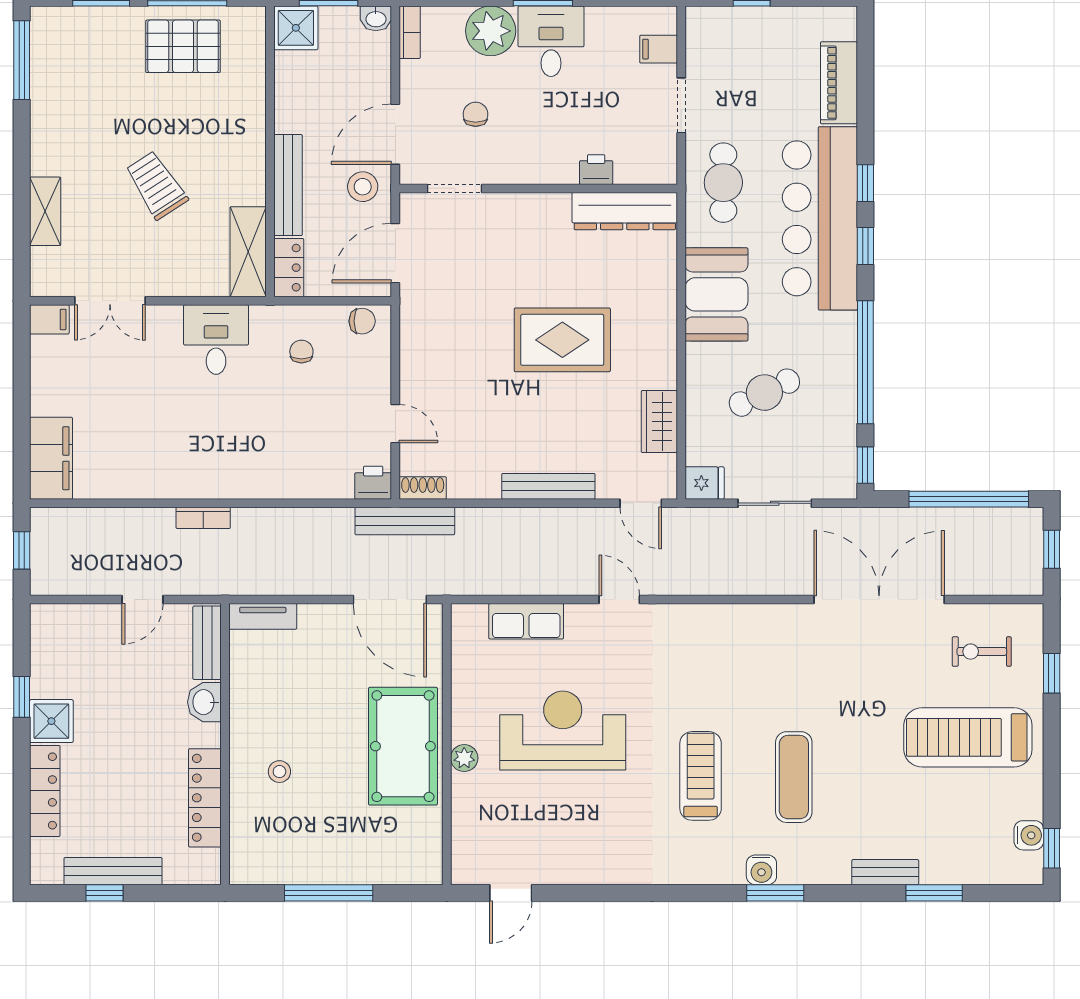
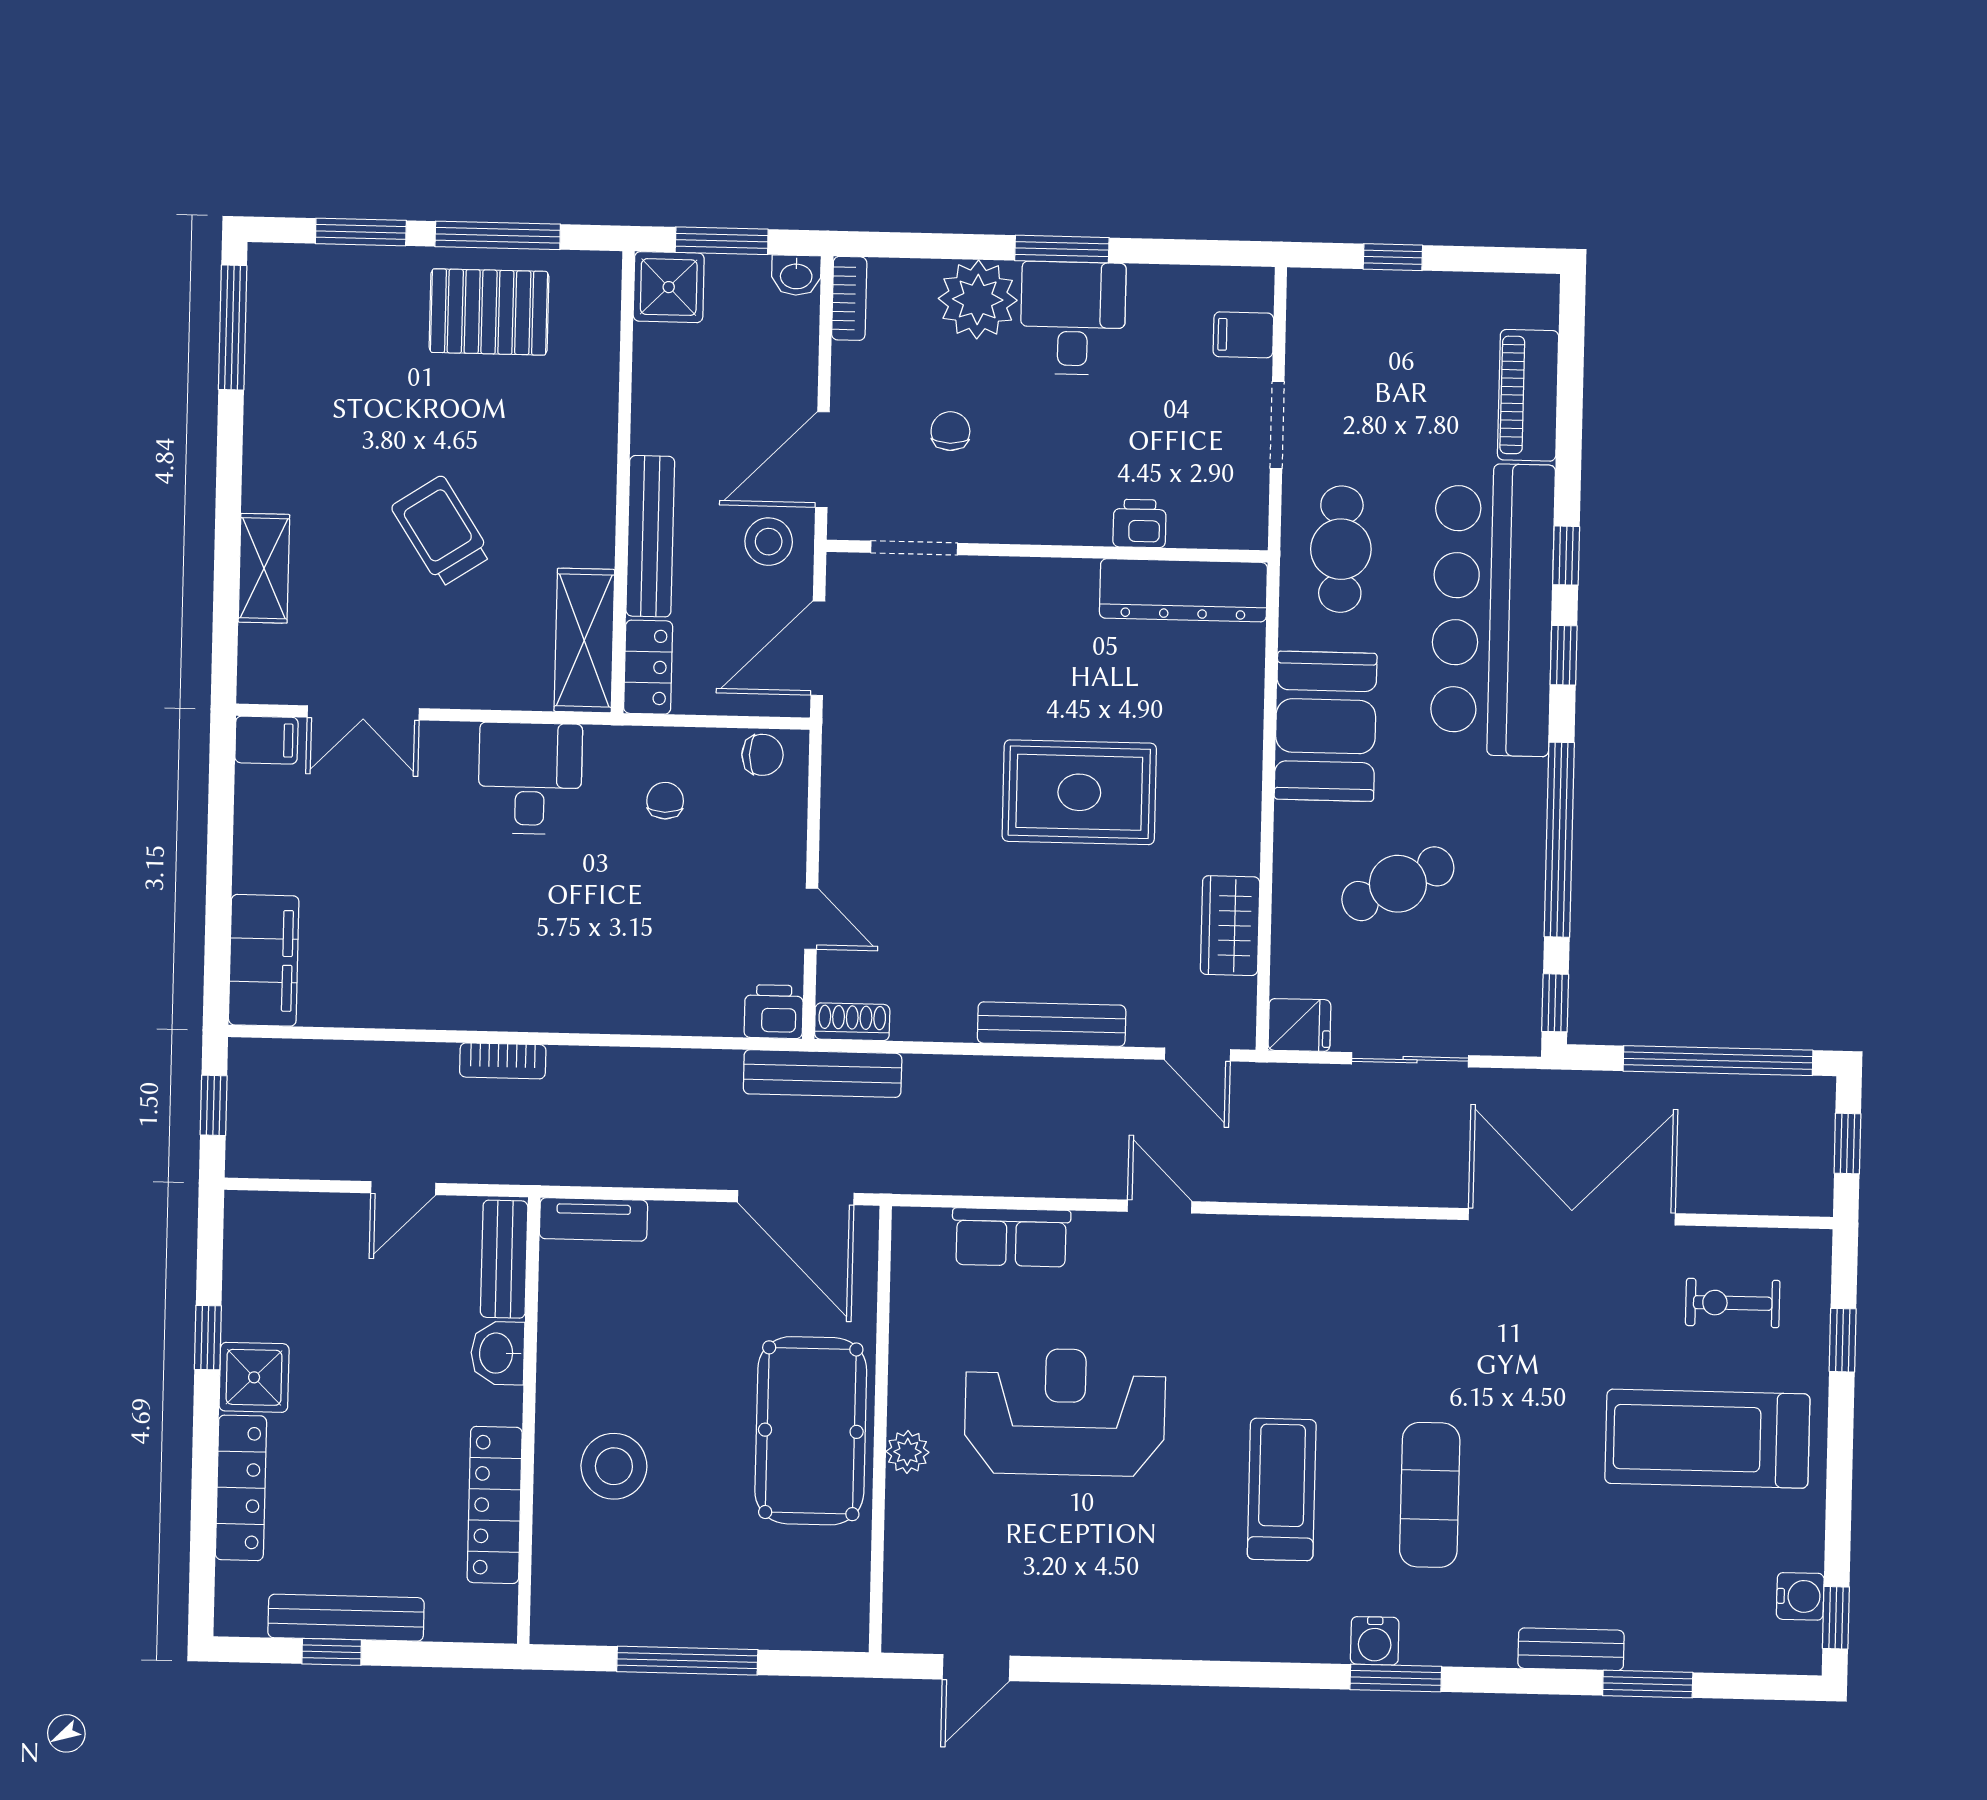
stool: (279, 772) -> (614, 1466), width x1.89, depth x1.89

